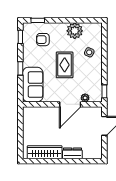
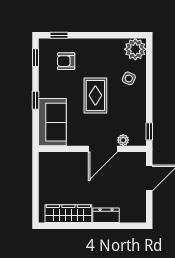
plant: (75, 31) -> (135, 49), moved

